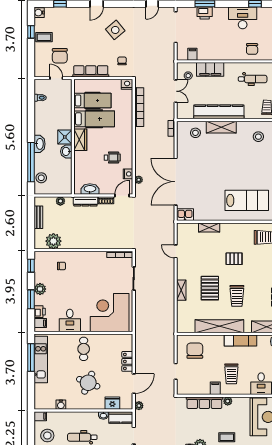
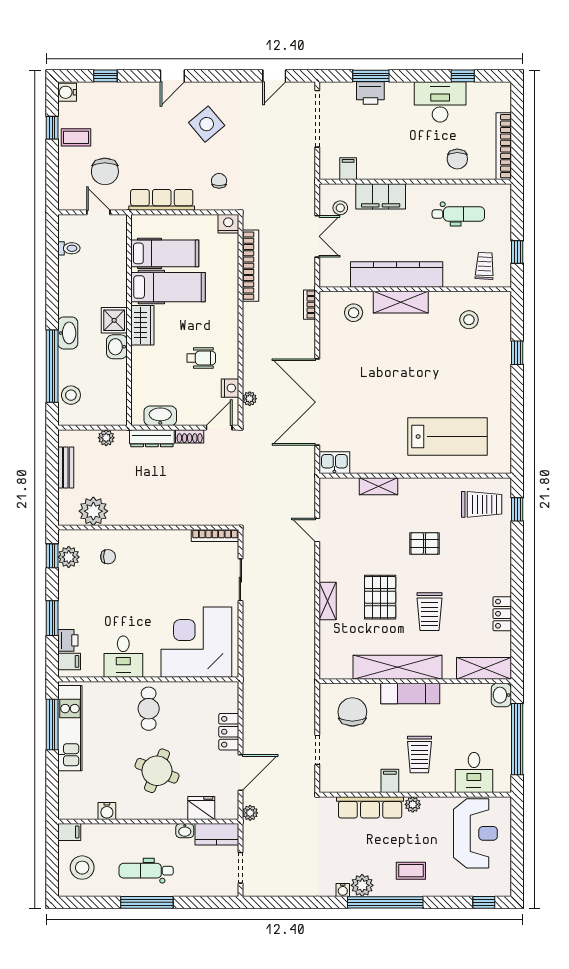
plant: (40, 289) -> (69, 557), moved
exam couch: (240, 341) -> (410, 694), moved

